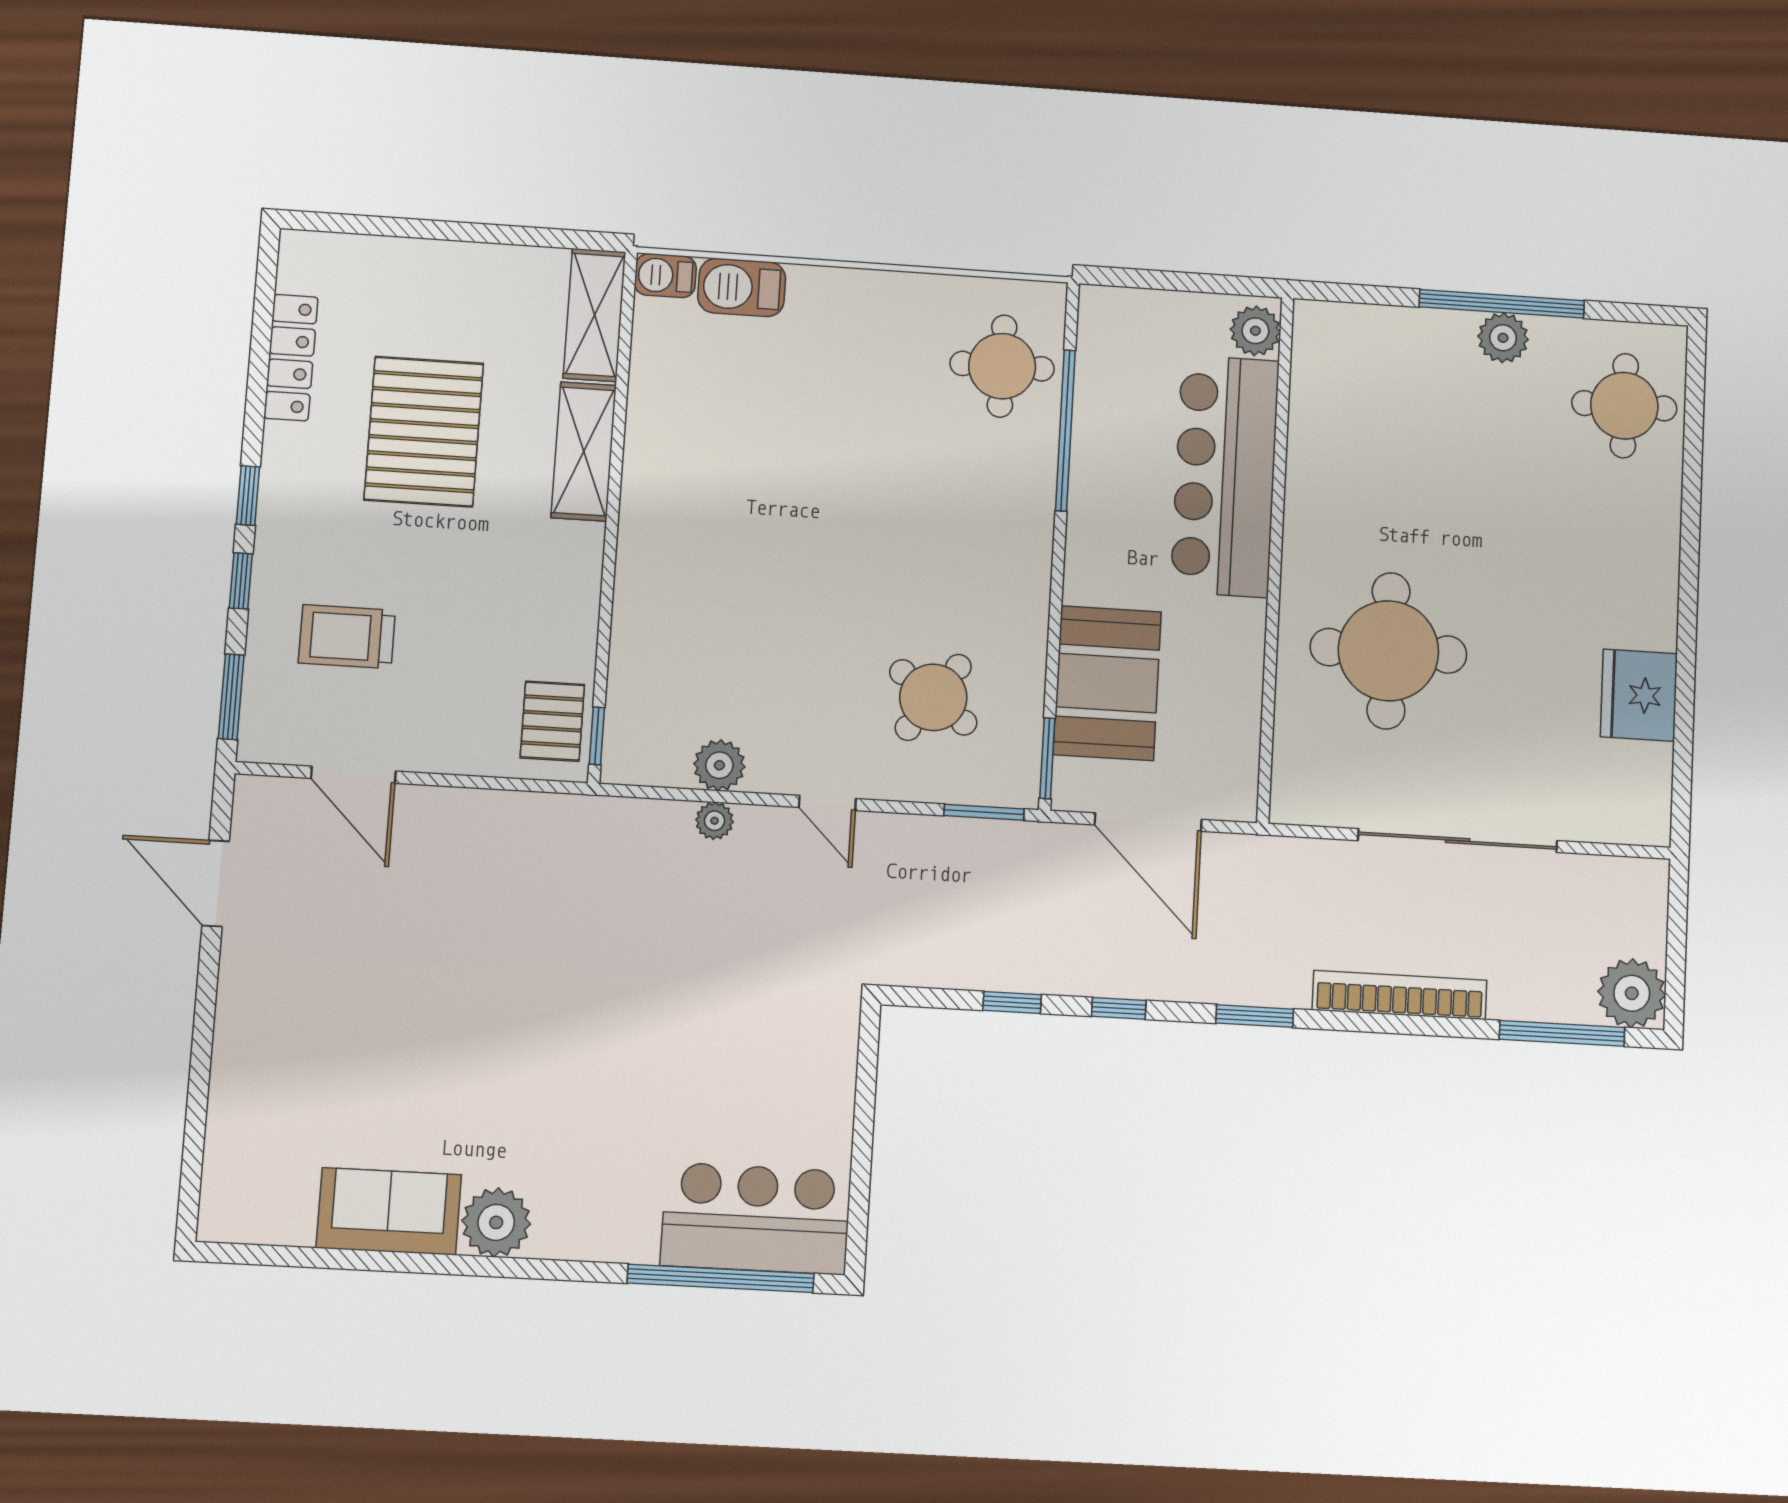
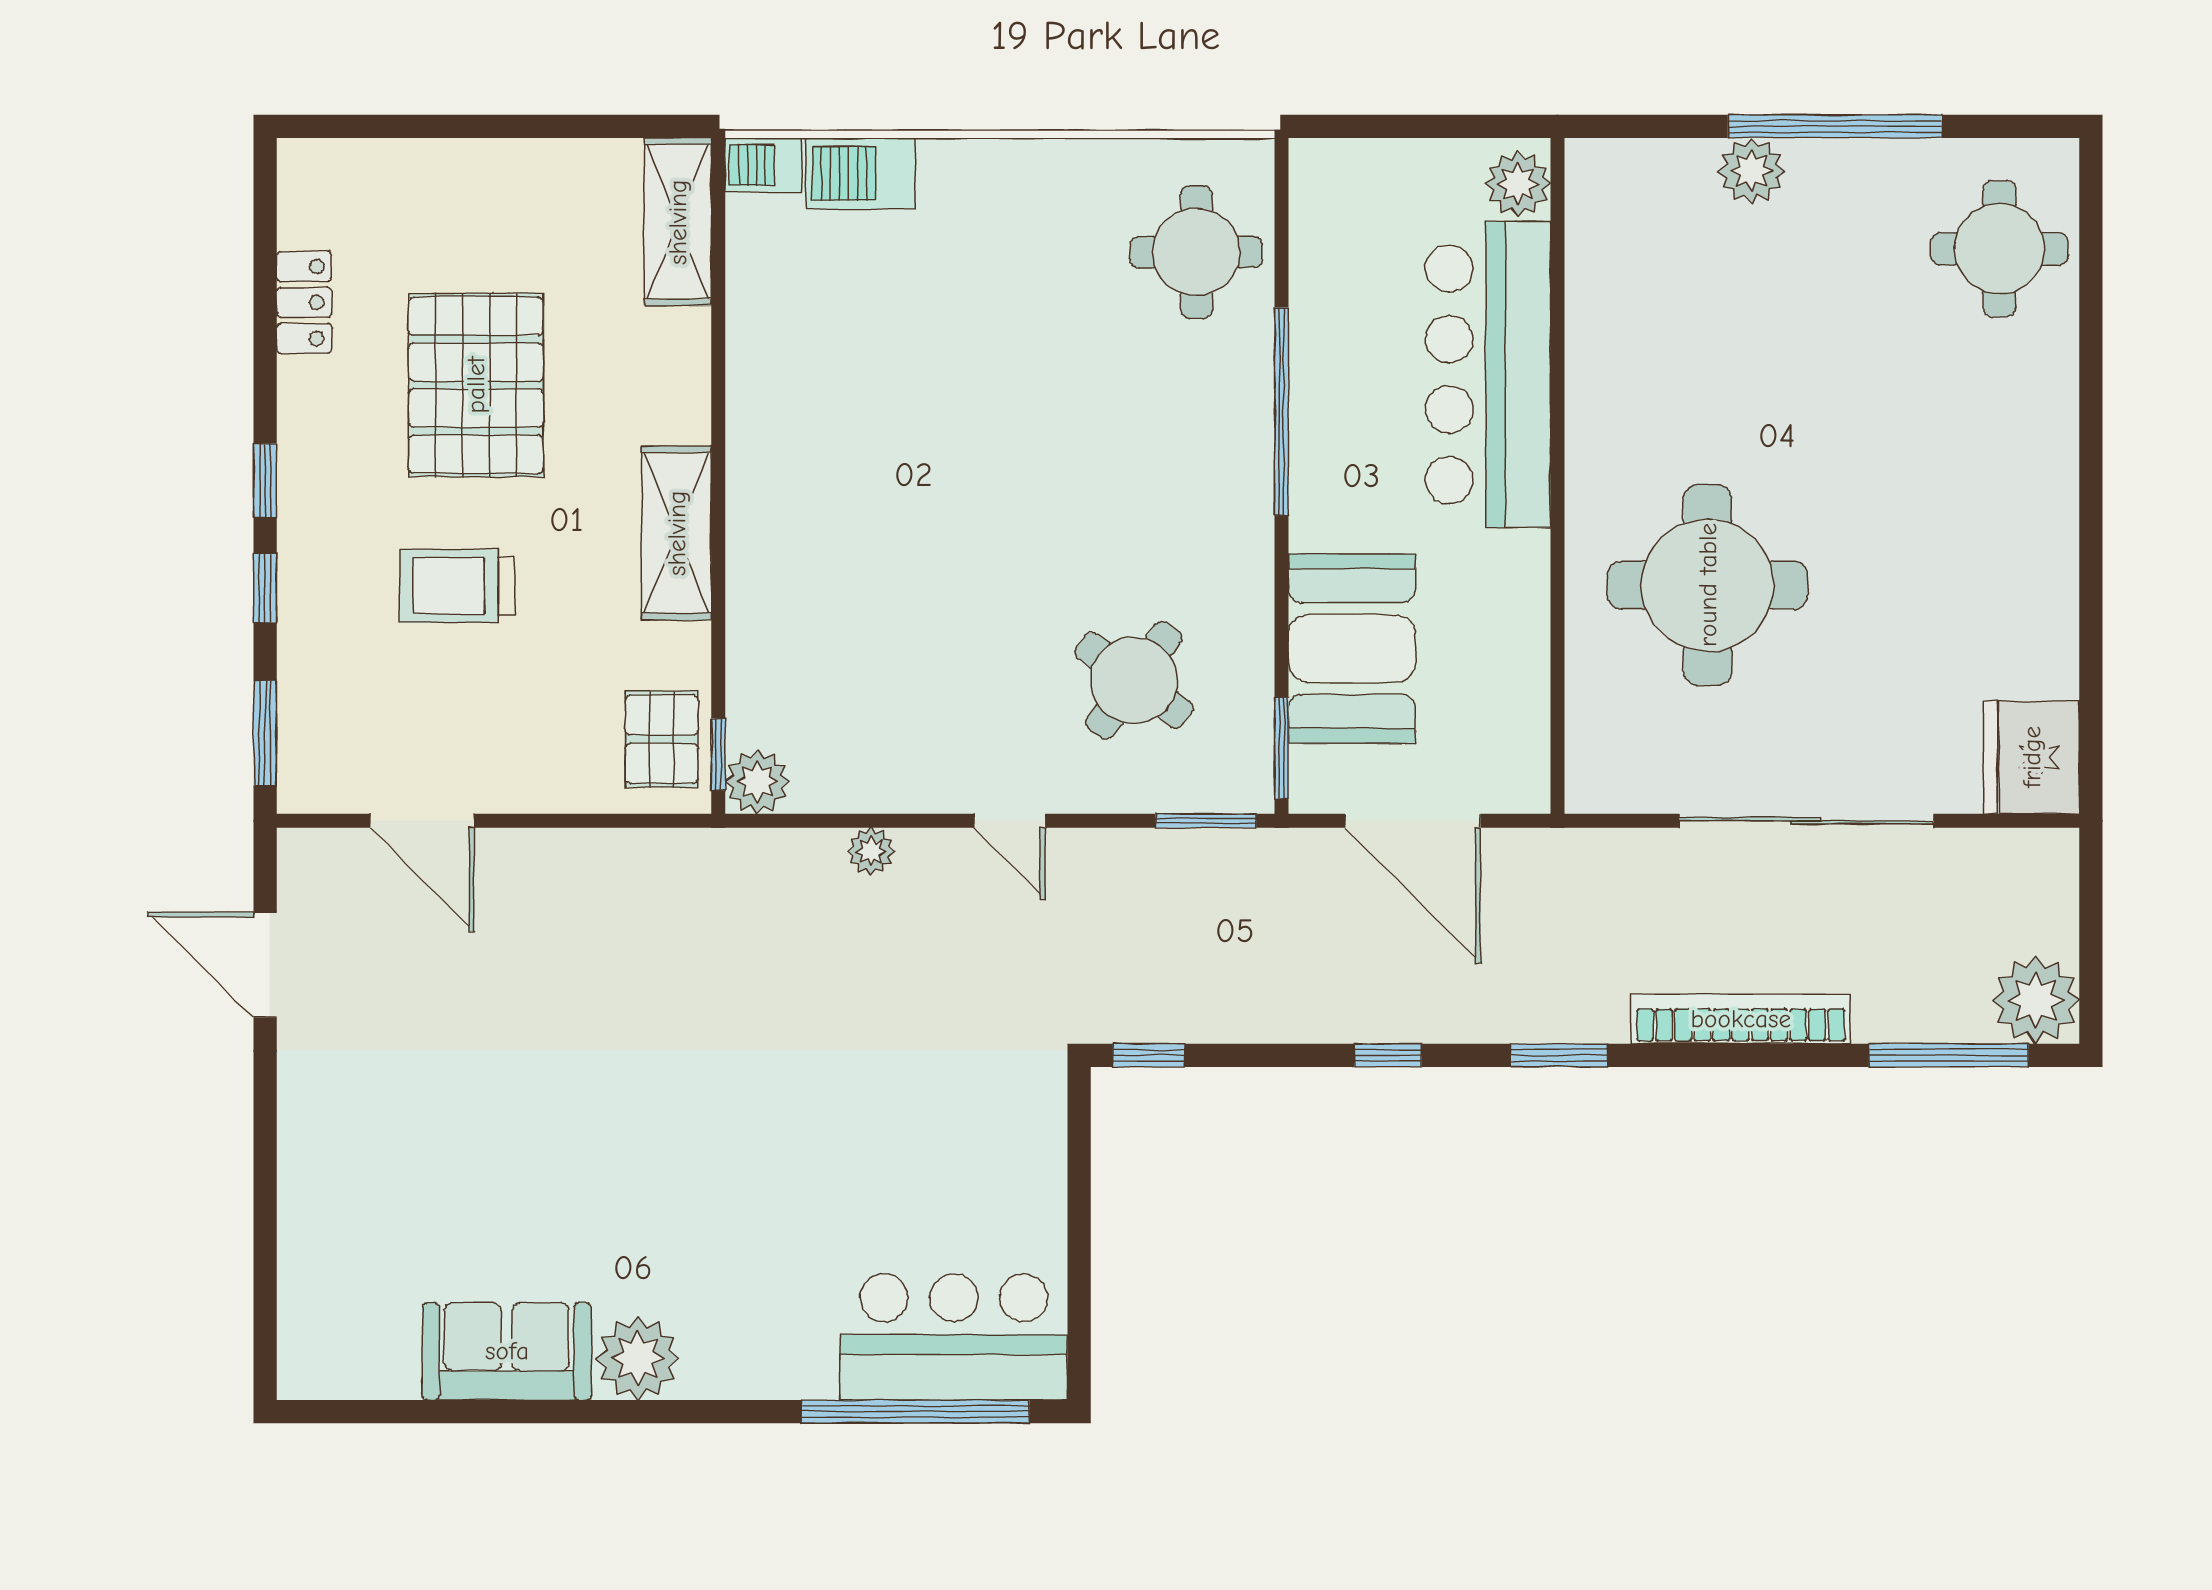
plant: (1503, 338) -> (1751, 171), moved
locker: (291, 358) -> (304, 302), width x0.66
window: (1065, 430) -> (1281, 411), moved
shelving: (584, 451) -> (677, 533), moved
trolley: (347, 637) -> (457, 586), moved
fridge: (1639, 695) -> (2032, 757), moved
plant: (719, 765) -> (757, 782), moved
window: (1012, 1002) -> (1149, 1055), moved

